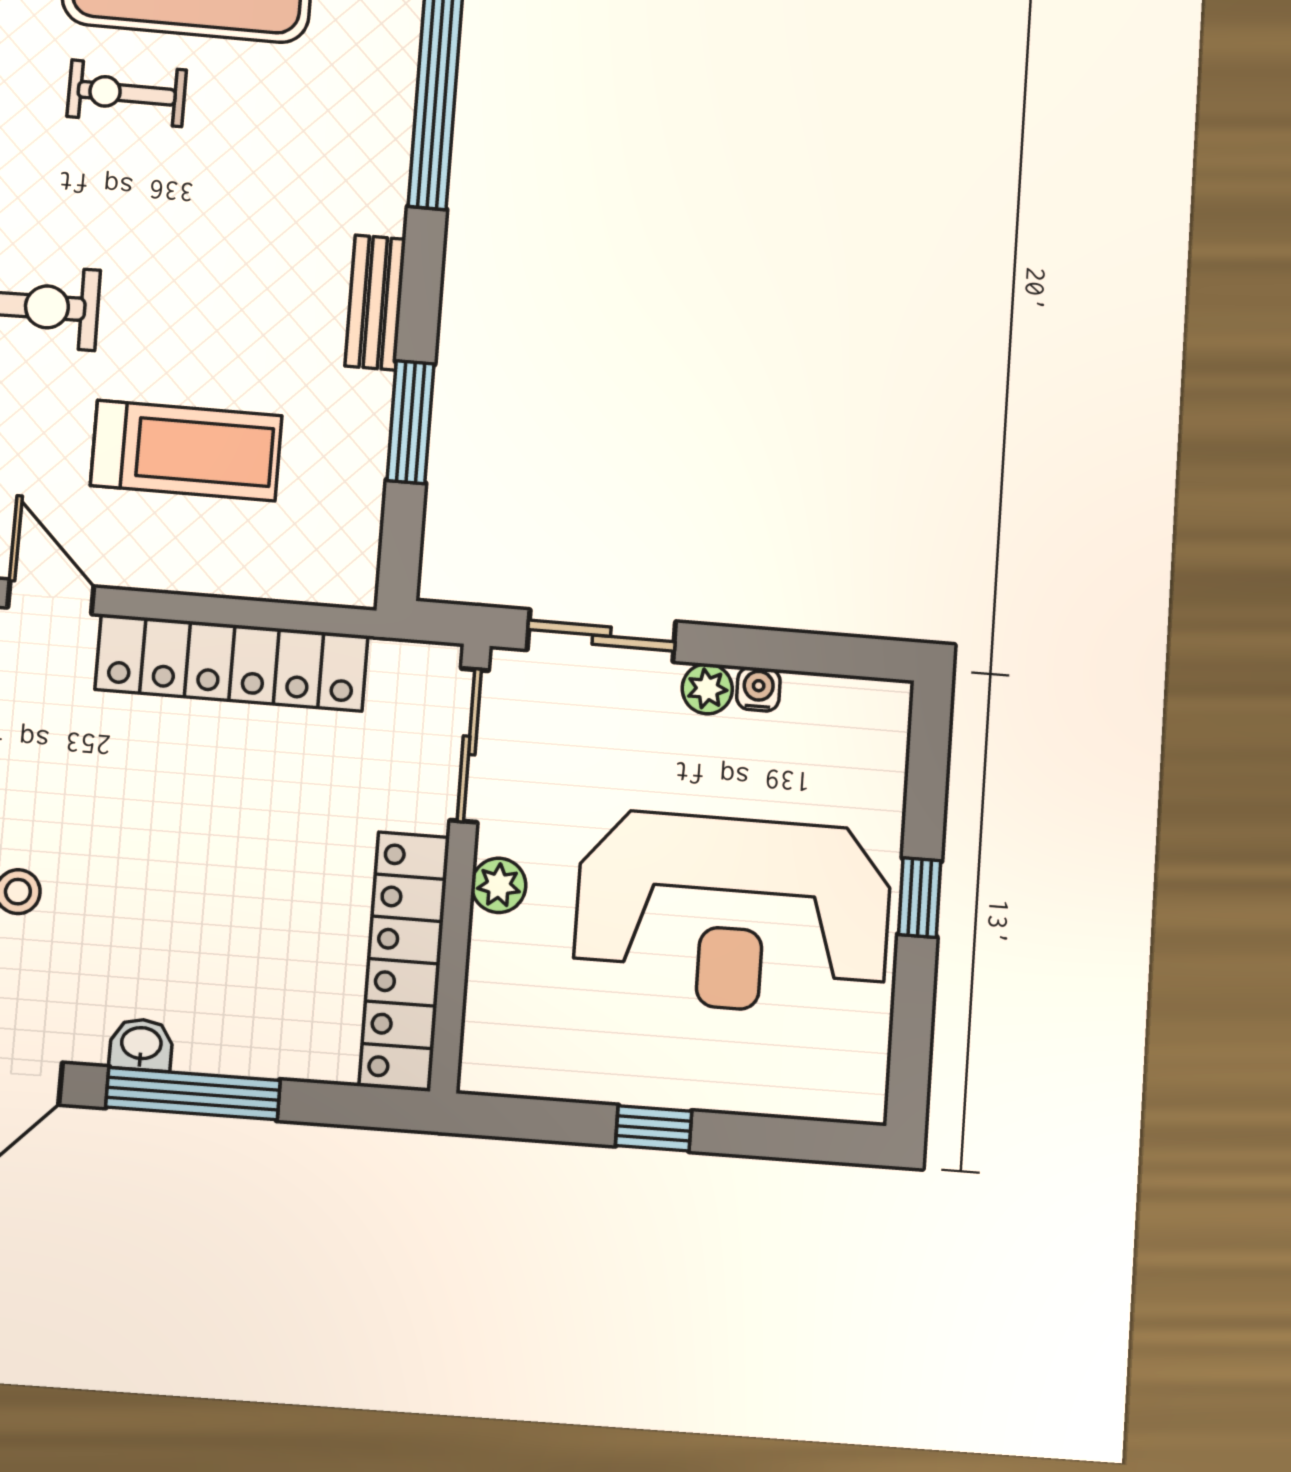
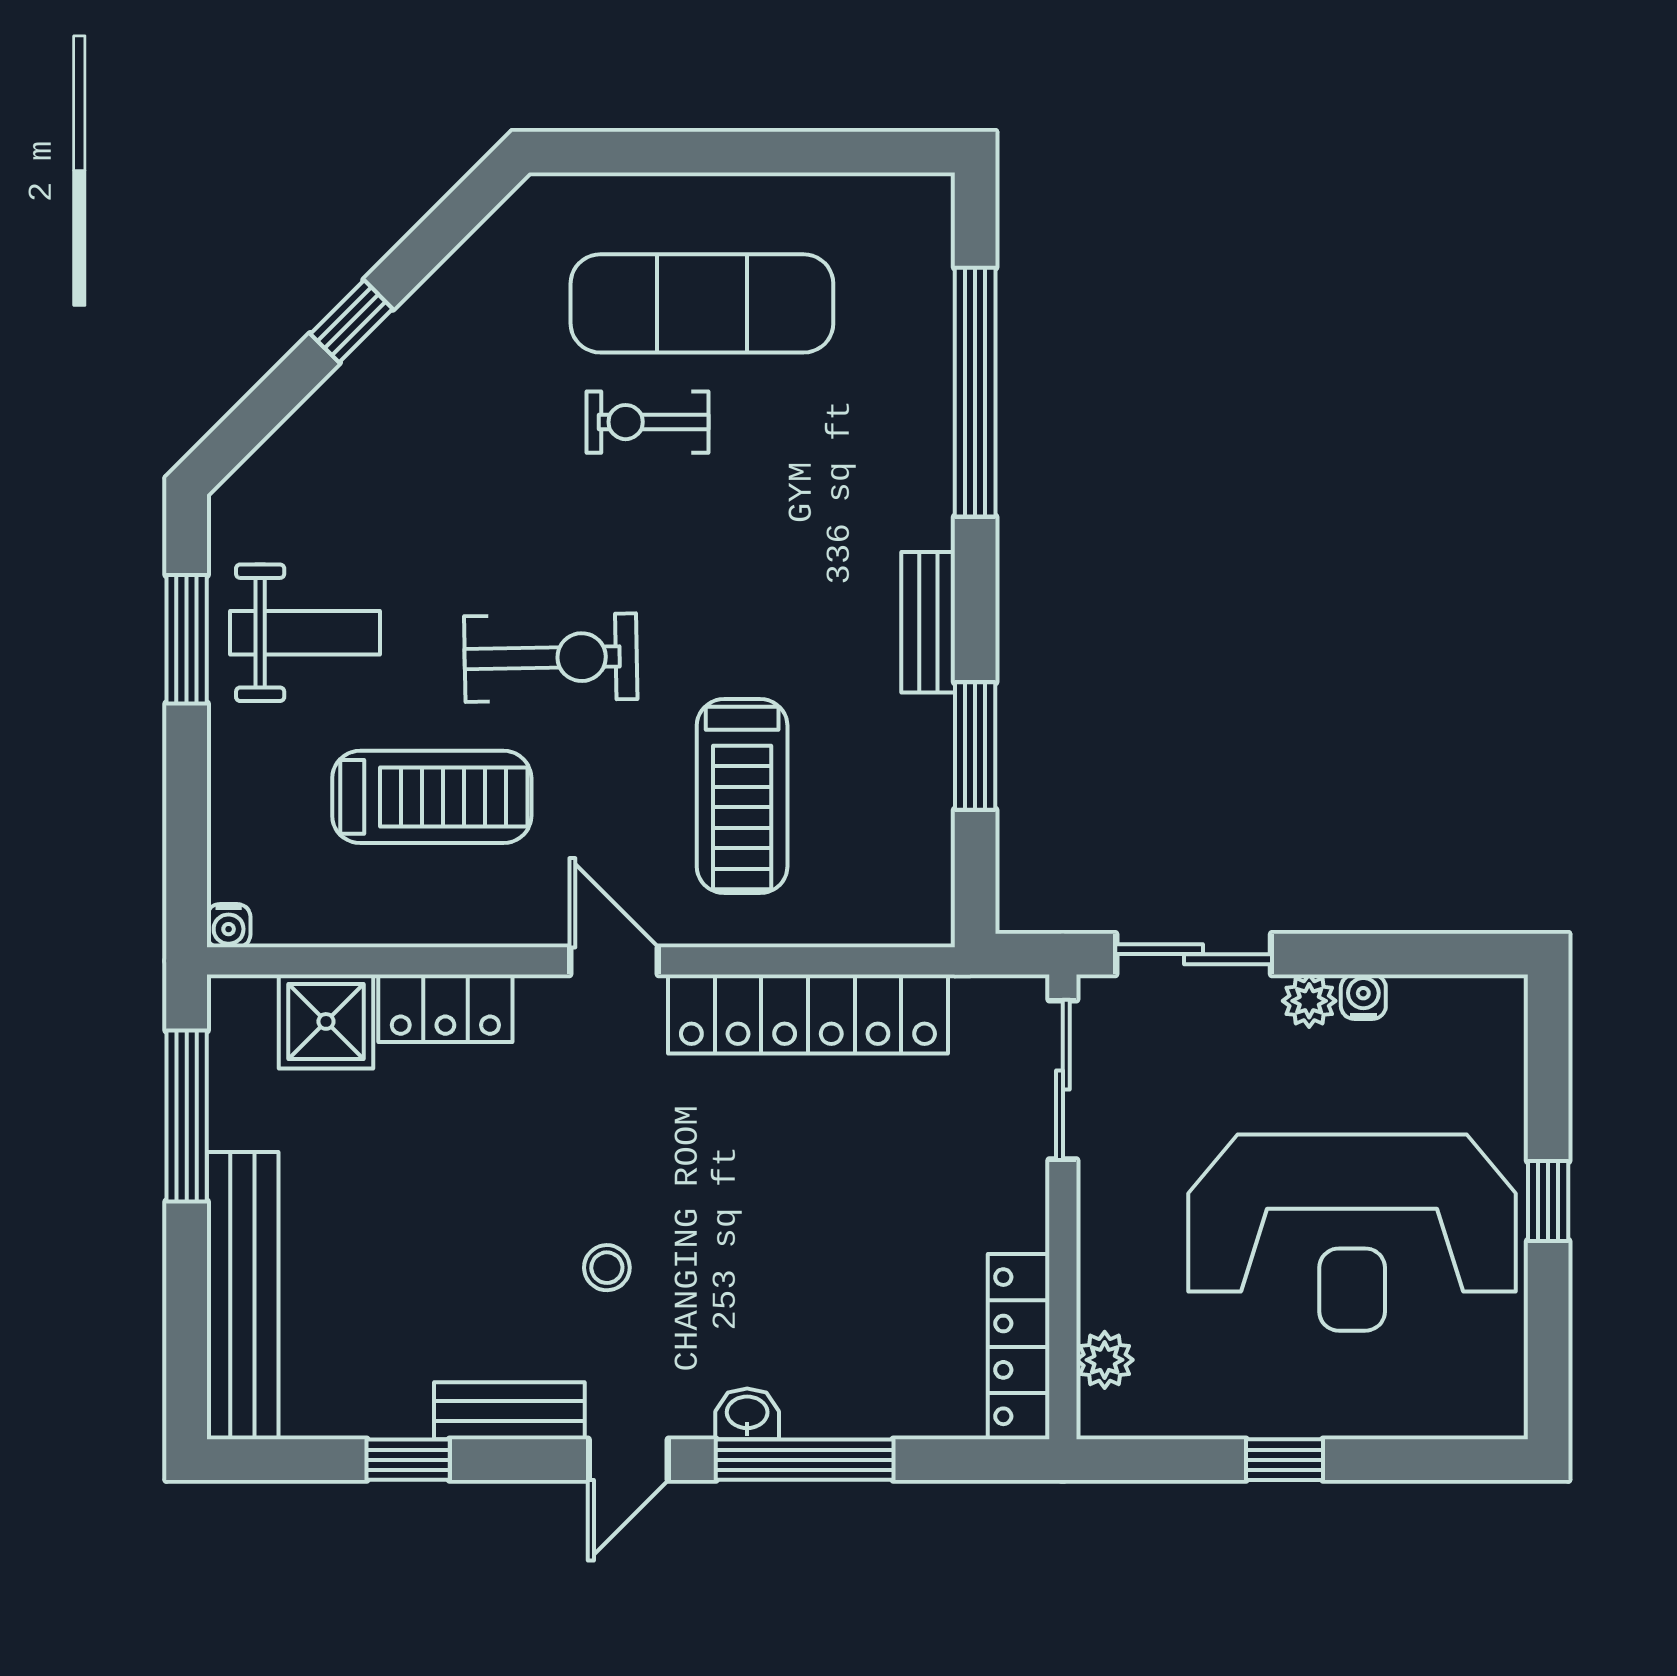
treadmill: (186, 451) -> (742, 796), turned 90
plant: (499, 885) -> (1105, 1360), moved
locker: (404, 961) -> (1019, 1347), width x0.71, depth x0.83

